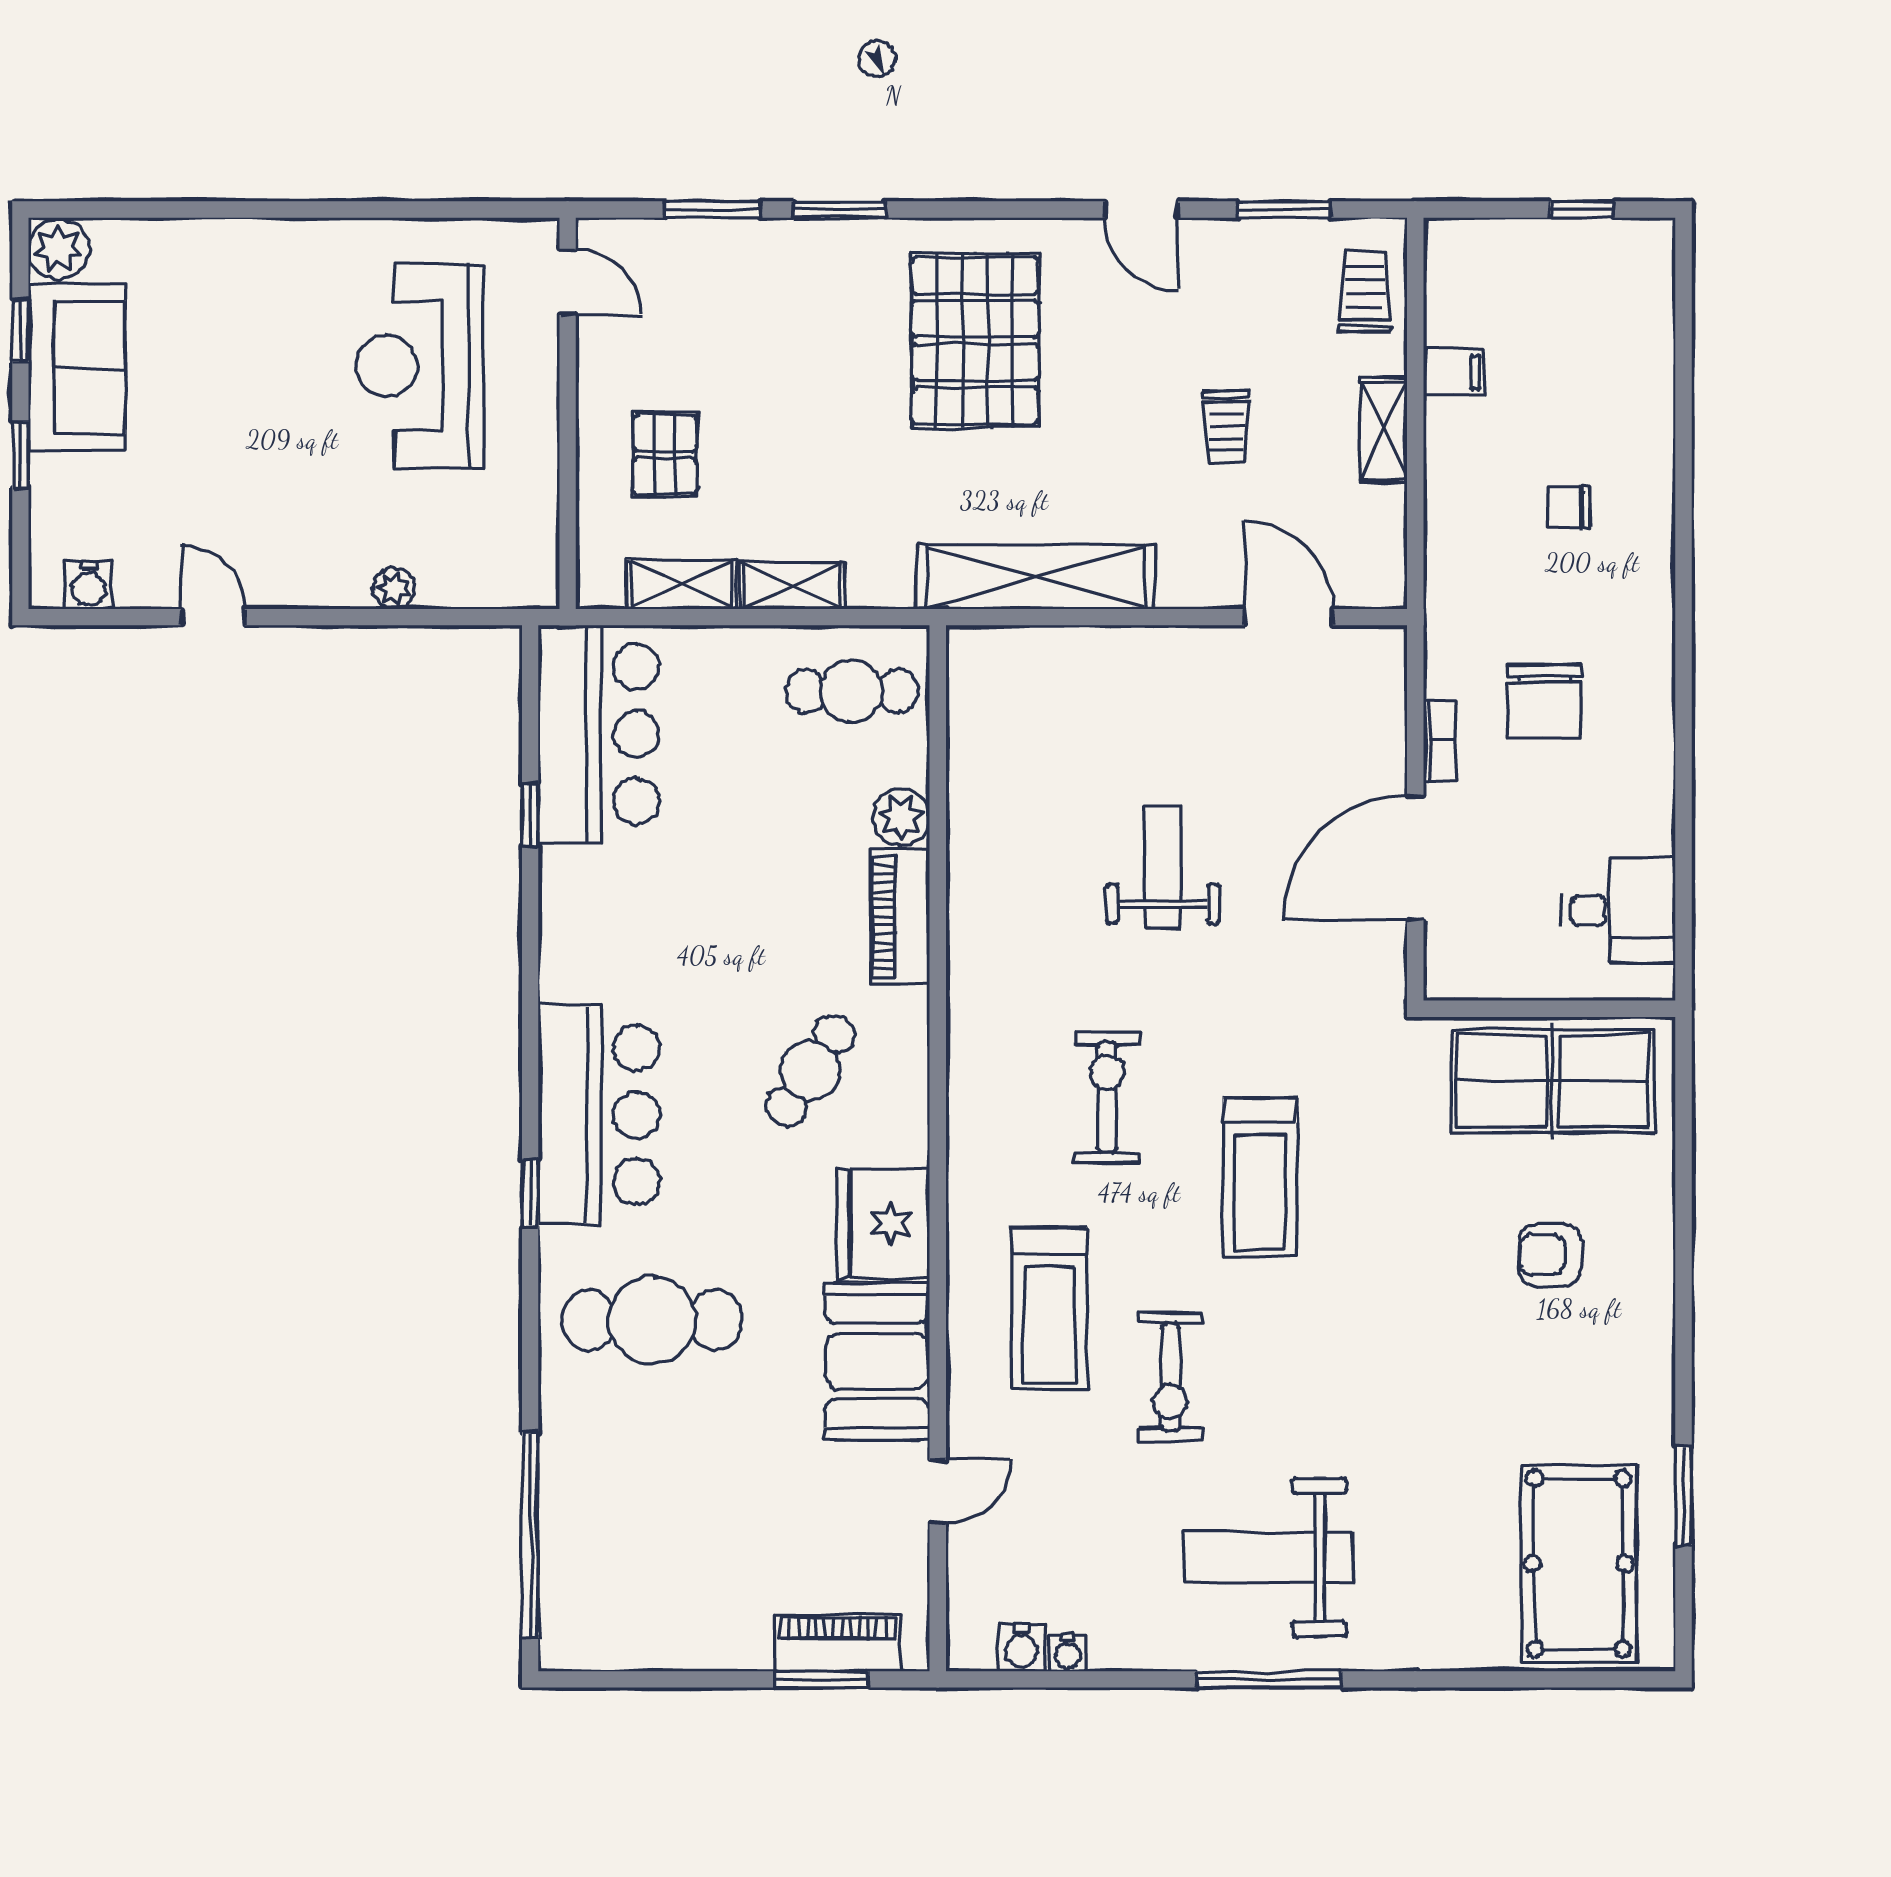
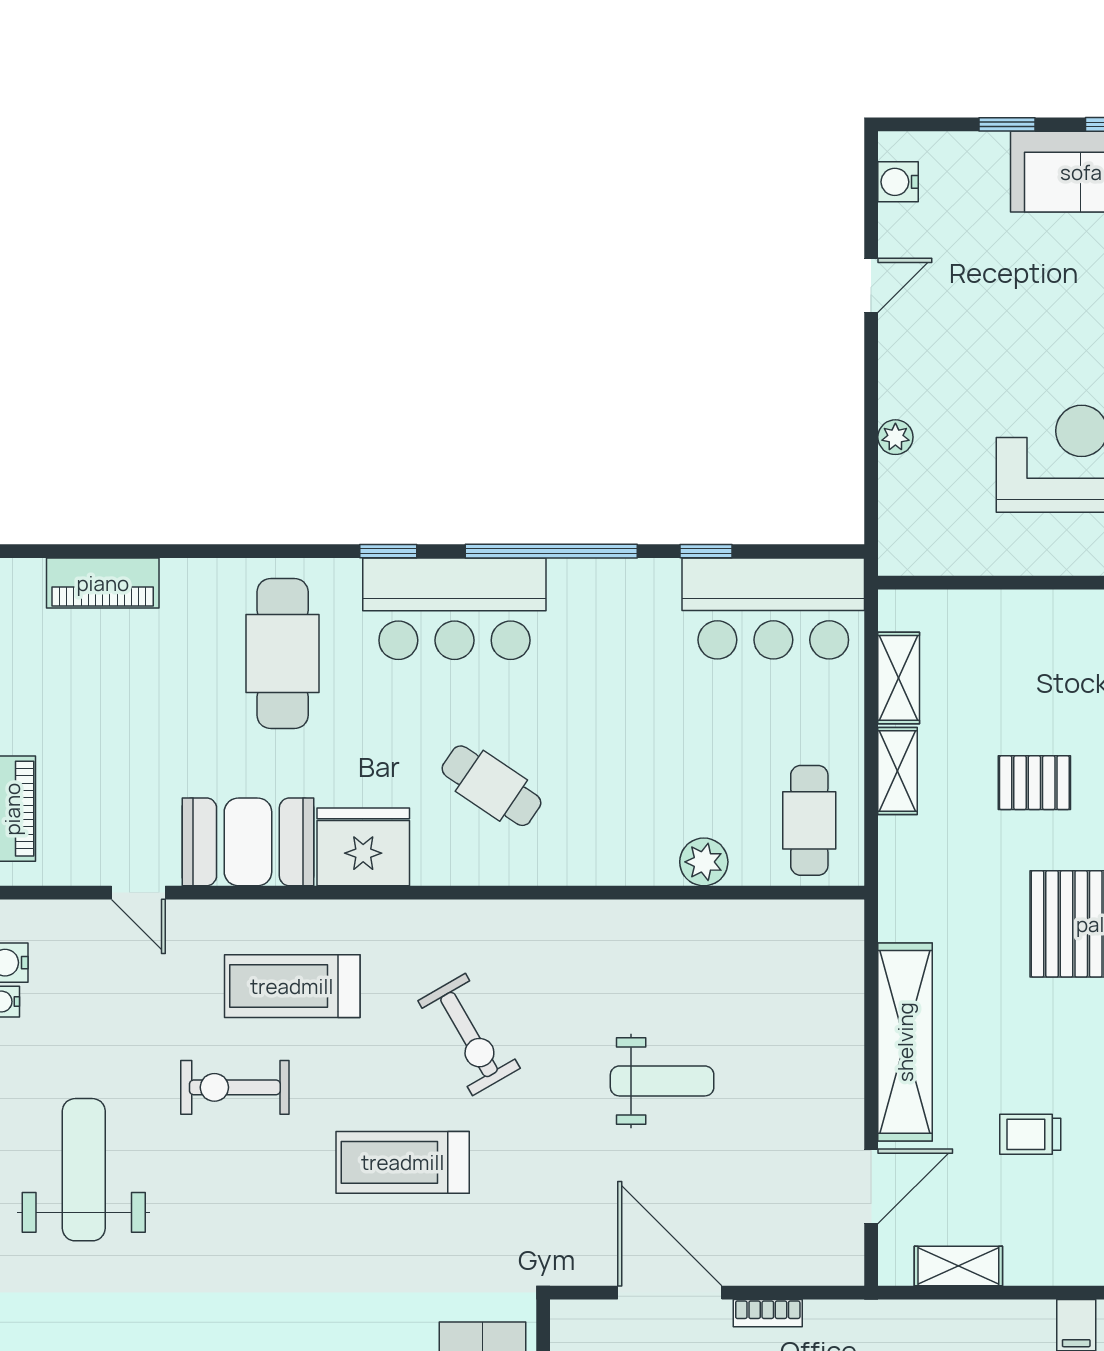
shelving: (1384, 430) -> (958, 1266), moved
pallet: (665, 455) -> (1034, 783), moved
shelving: (1036, 577) -> (905, 1042), moved
piano: (900, 917) -> (103, 583), moved, turned 180
exercise bike: (1107, 1097) -> (469, 1034), turned 60
window: (530, 1535) -> (551, 551), moved

